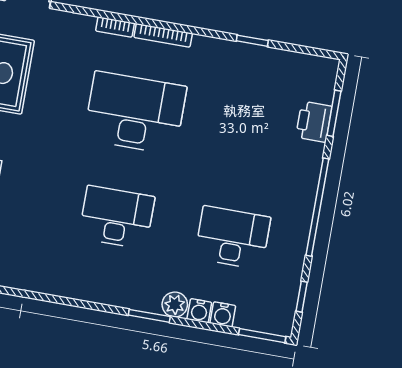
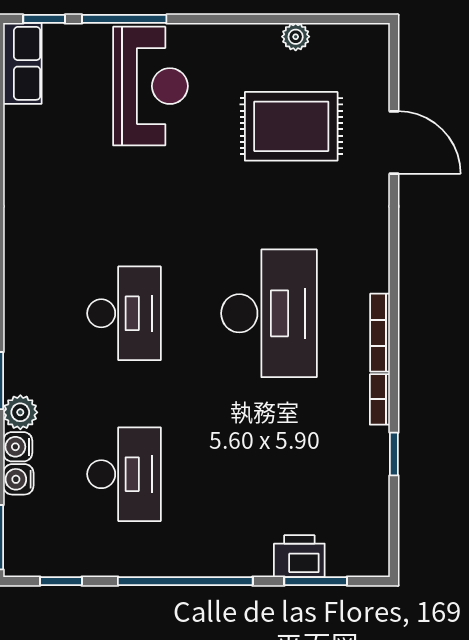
bookcase: (115, 27) -> (380, 399), moved

